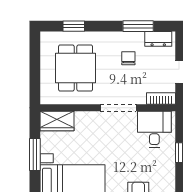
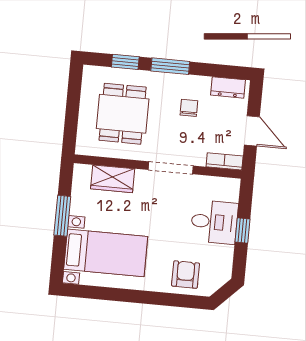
window: (138, 26) -> (170, 66), moved
wardrobe: (57, 121) -> (113, 179), moved
desk: (154, 129) -> (214, 222), moved, turned 90

